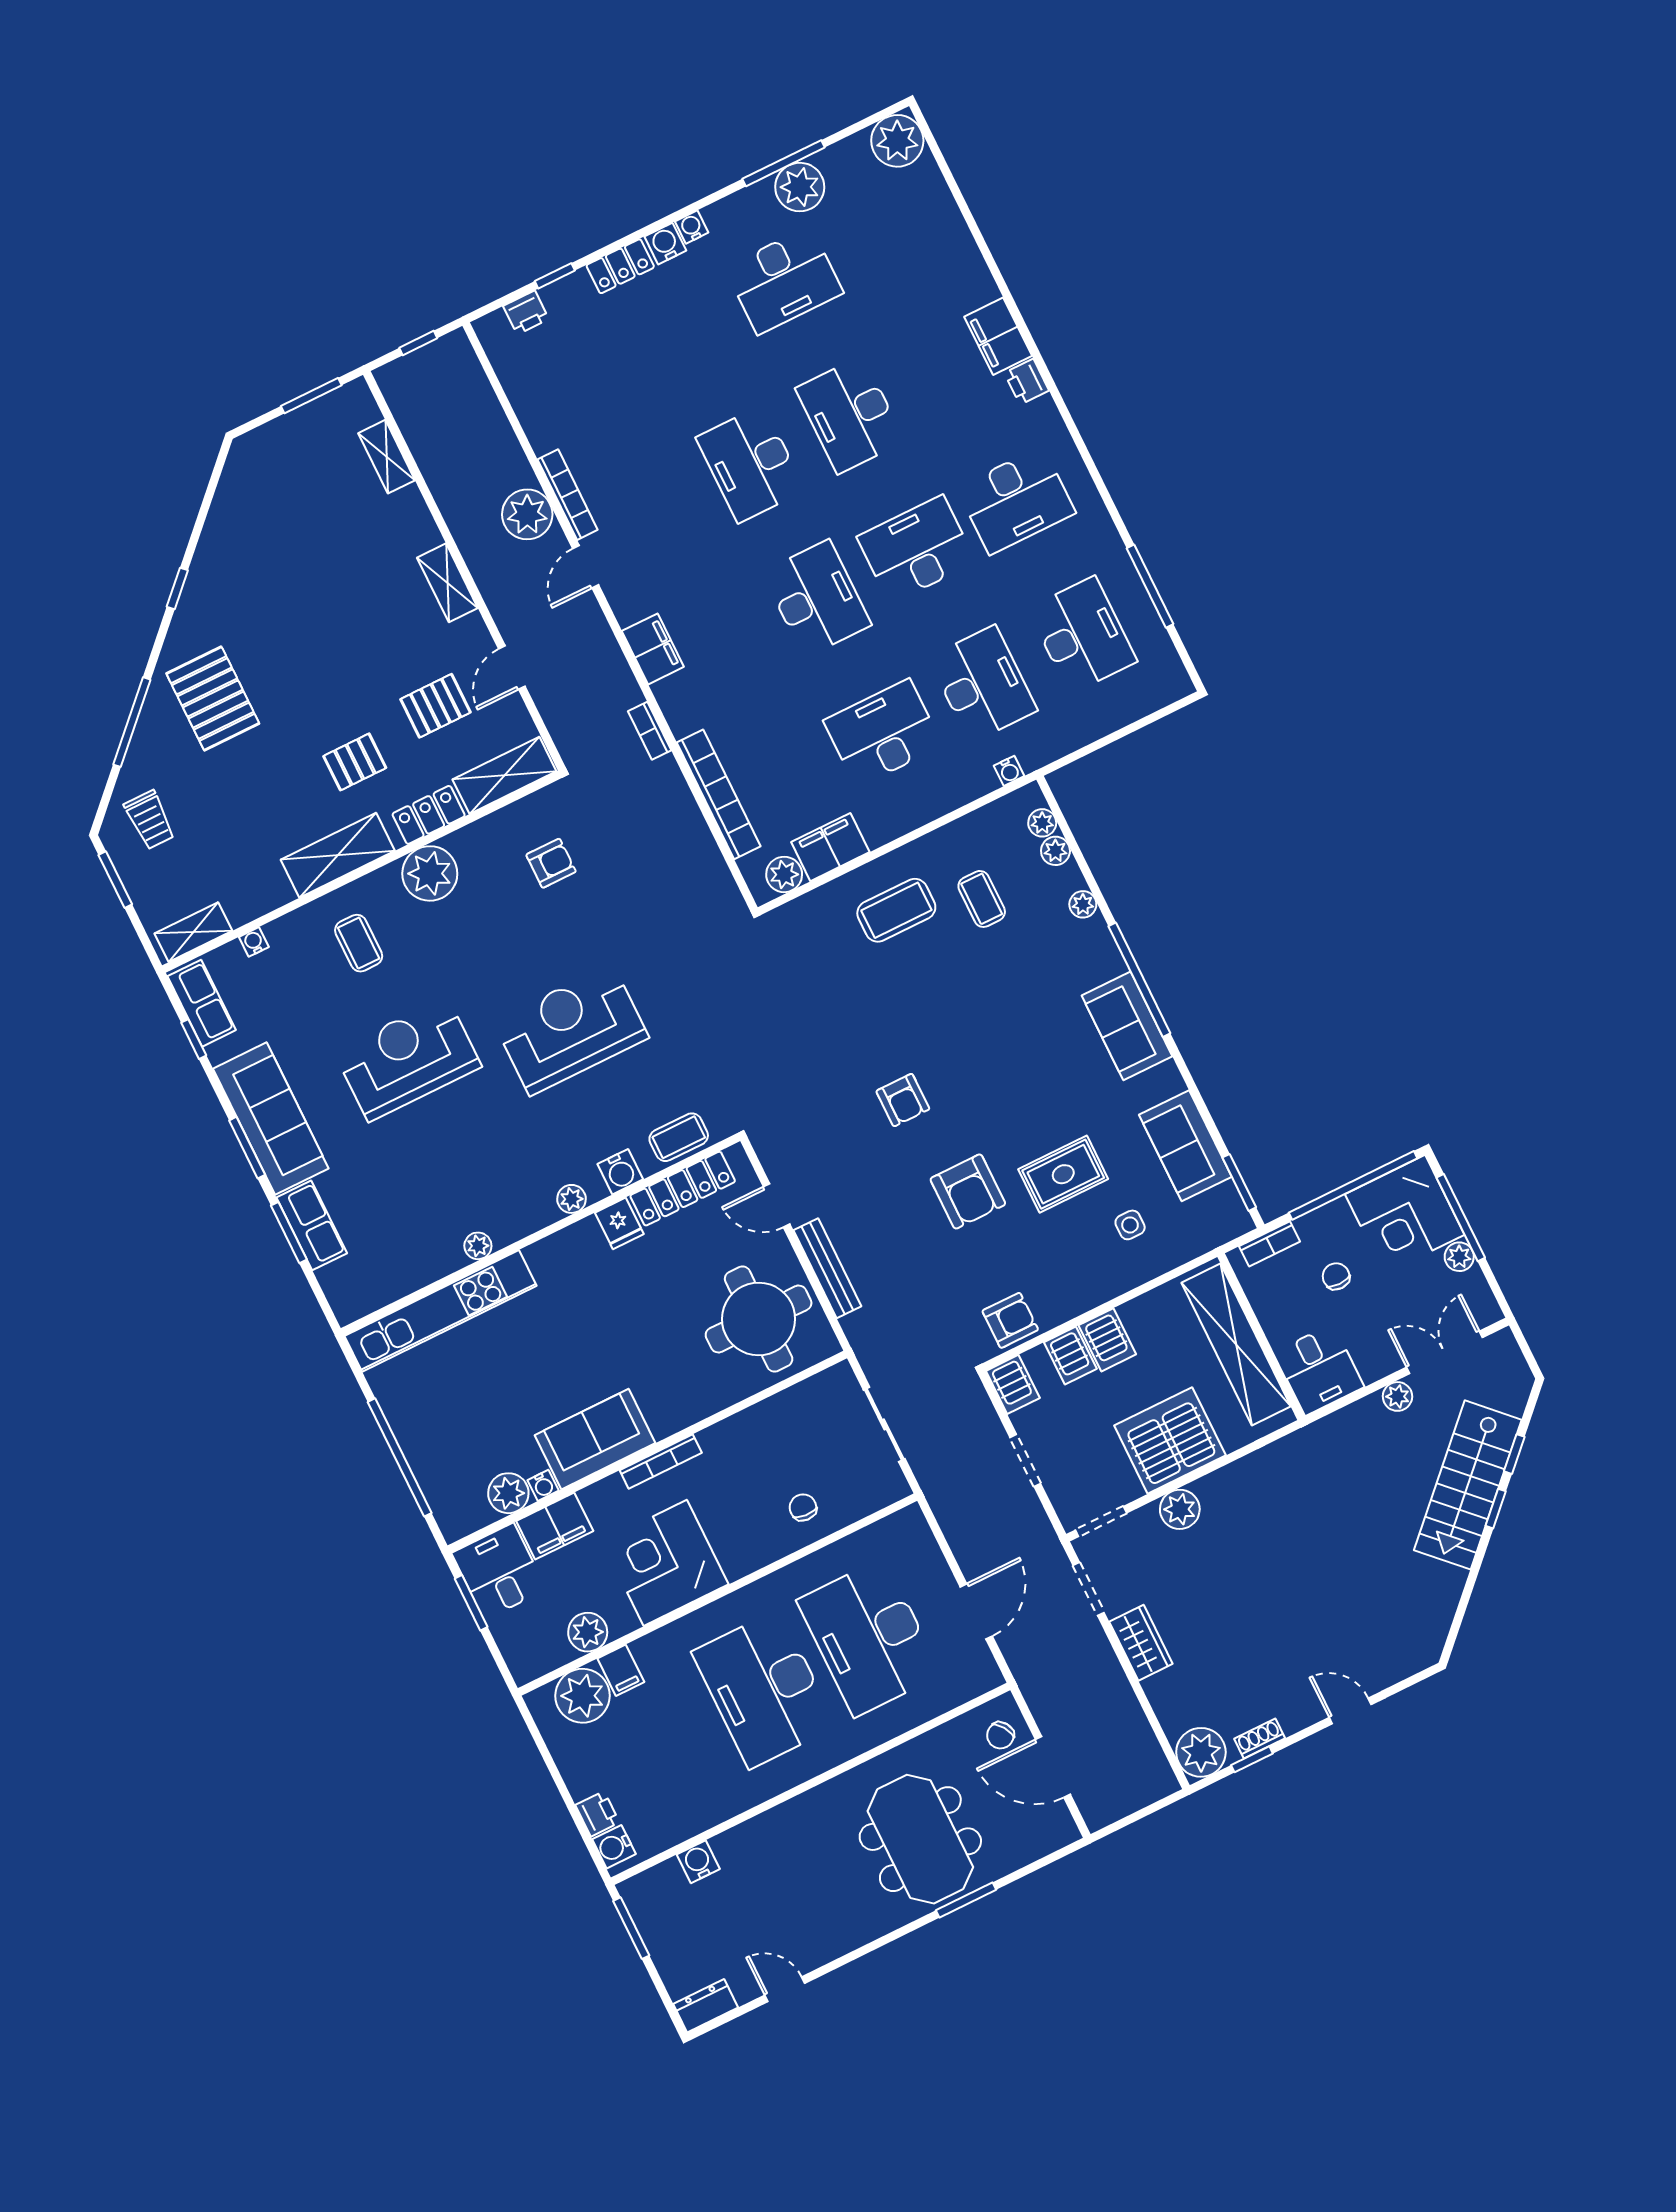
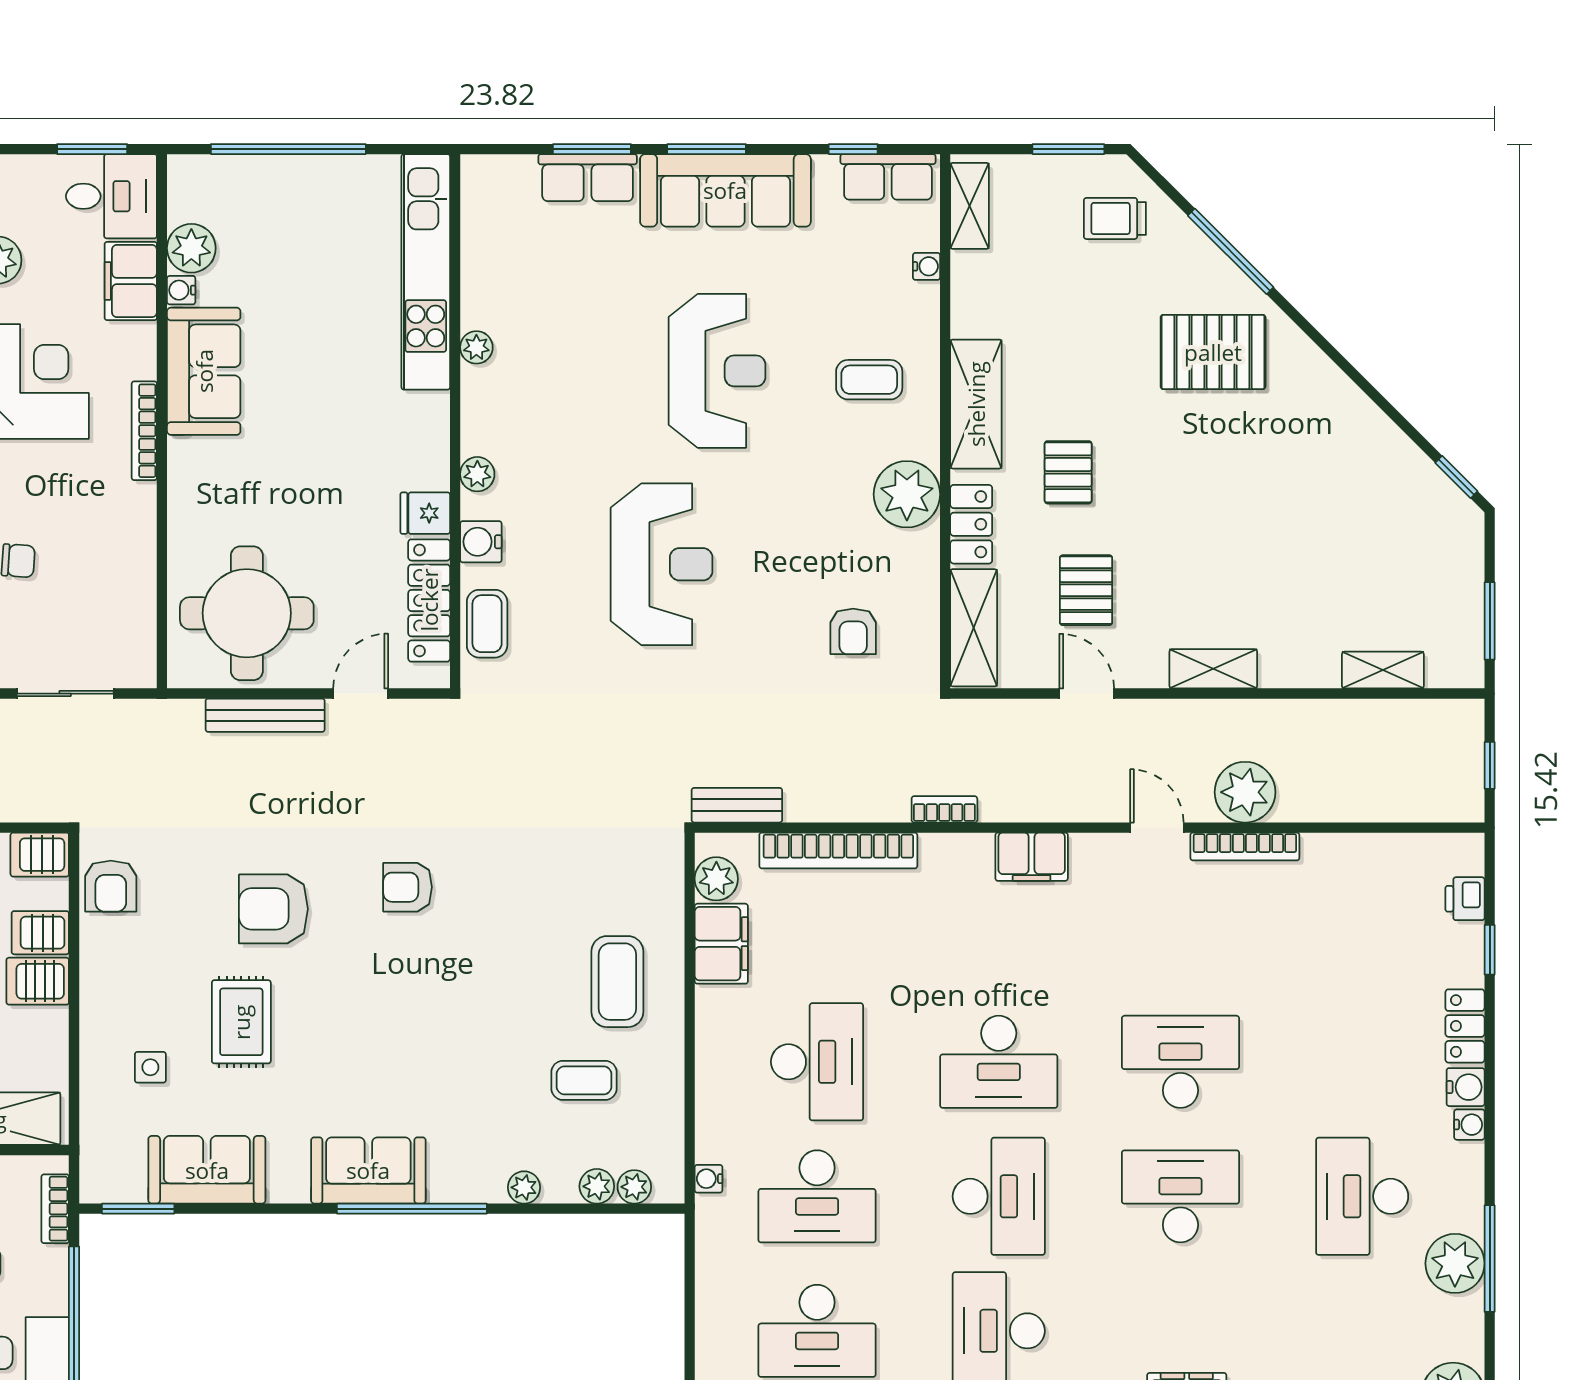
window: (177, 588) -> (1456, 477), moved
bench: (722, 886) -> (737, 805), added

